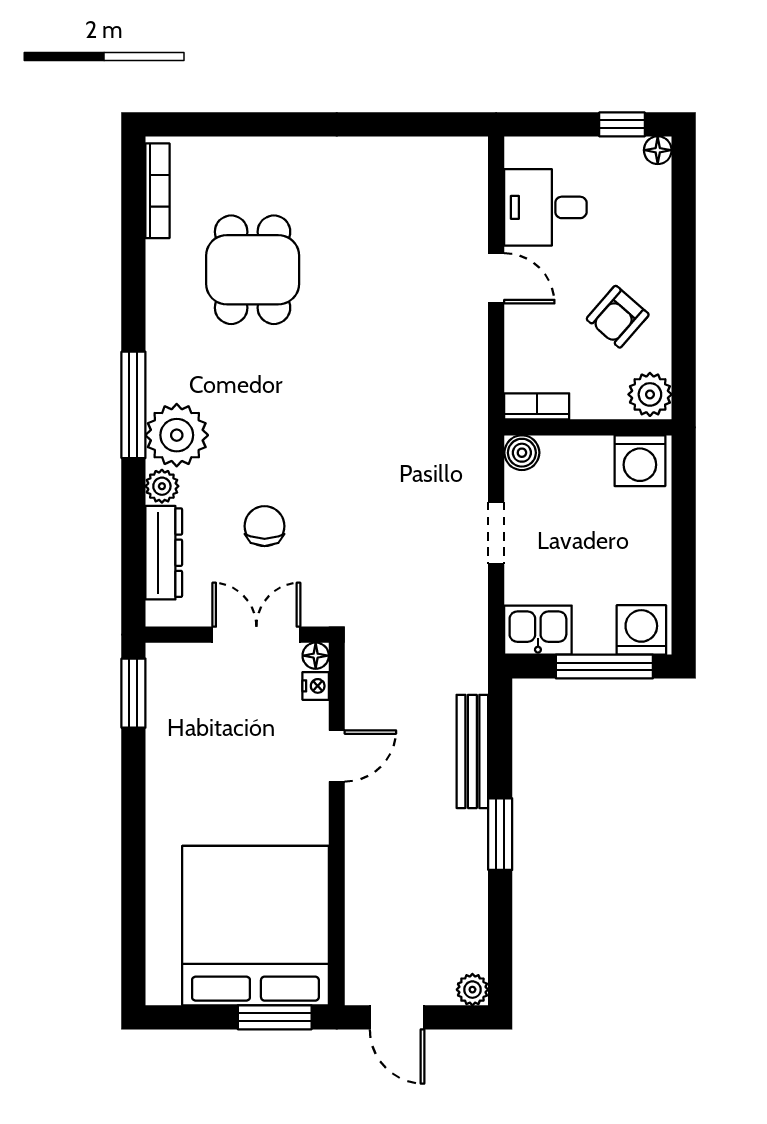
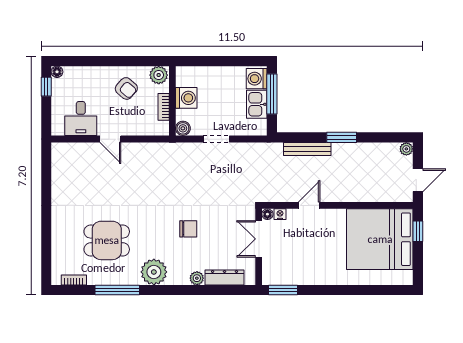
bookcase: (158, 191) -> (74, 280), width x0.64
door: (496, 278) -> (110, 139), swing flipped
window: (133, 405) -> (117, 290), moved
bookcase: (537, 406) -> (164, 107), moved
plant: (177, 435) -> (154, 272), moved
washing machine: (640, 461) -> (186, 98), moved
chair: (265, 526) -> (188, 229), moved, turned 180
kitchen sink: (538, 630) -> (257, 104), moved
door: (337, 756) -> (309, 205), hinge flipped
window: (275, 1017) -> (418, 231), width x0.67

